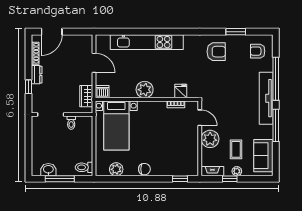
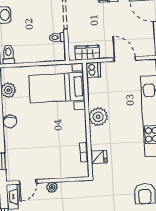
door: (94, 63) -> (125, 59), swing flipped
door: (200, 118) -> (28, 182), moved
plant: (210, 139) -> (52, 187), width x0.53, depth x0.53

